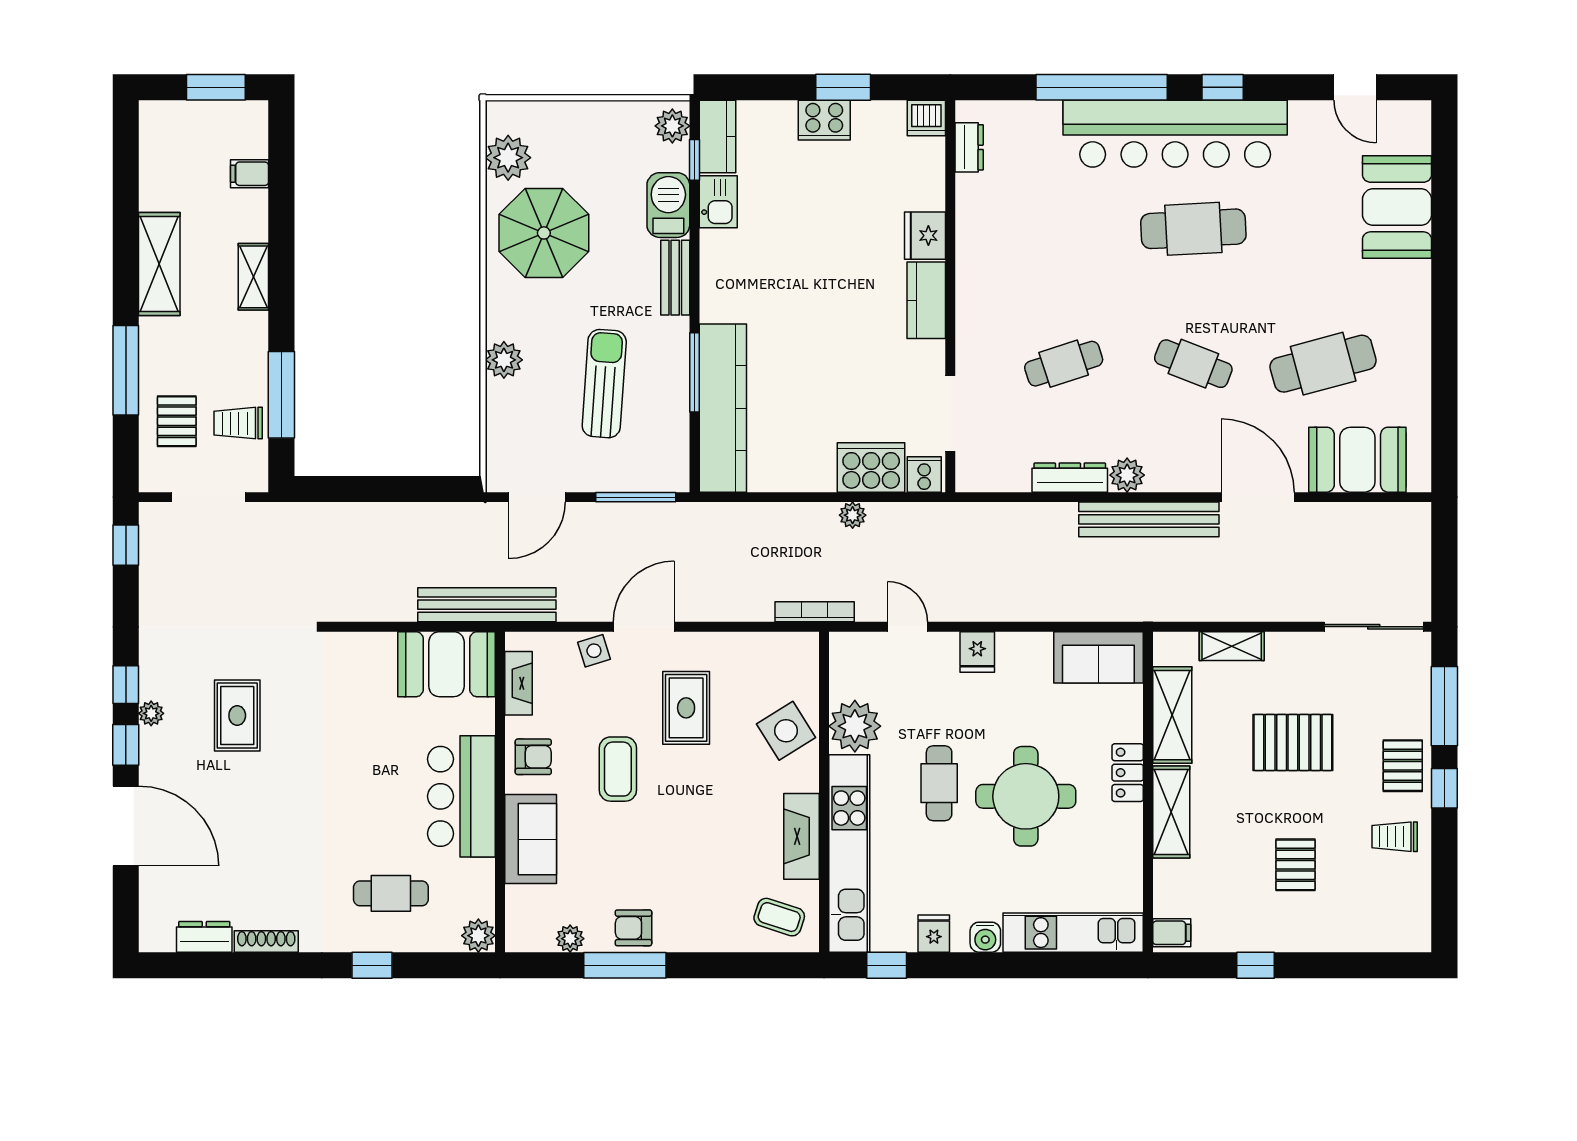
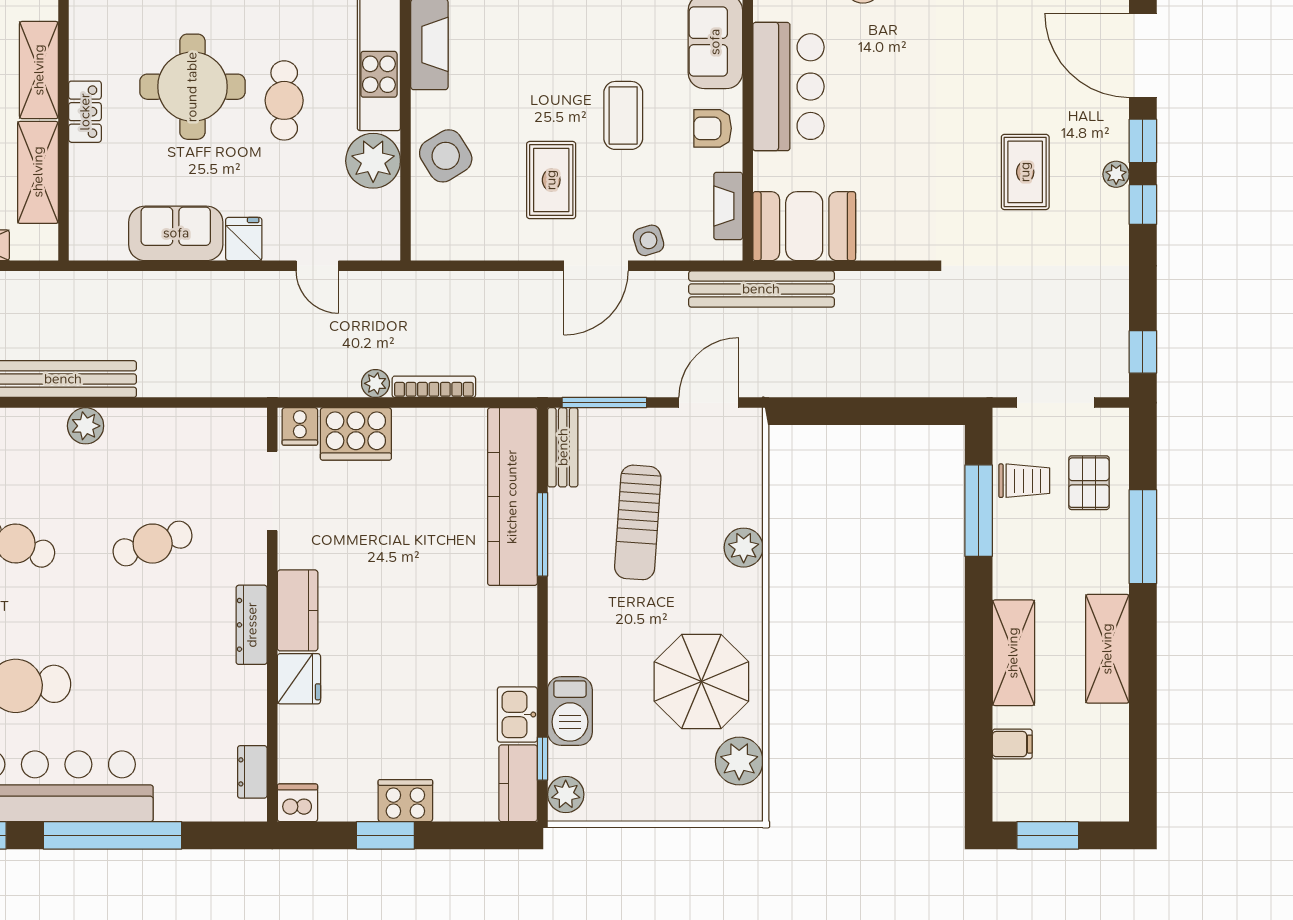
shelving: (253, 277) -> (1013, 653), width x1.50, depth x1.33
bench: (675, 278) -> (563, 447), moved
dresser: (1070, 478) -> (252, 625), moved, turned 90
bookcase: (815, 612) -> (434, 387), moved, turned 180
sofa: (1098, 657) -> (176, 233), moved

